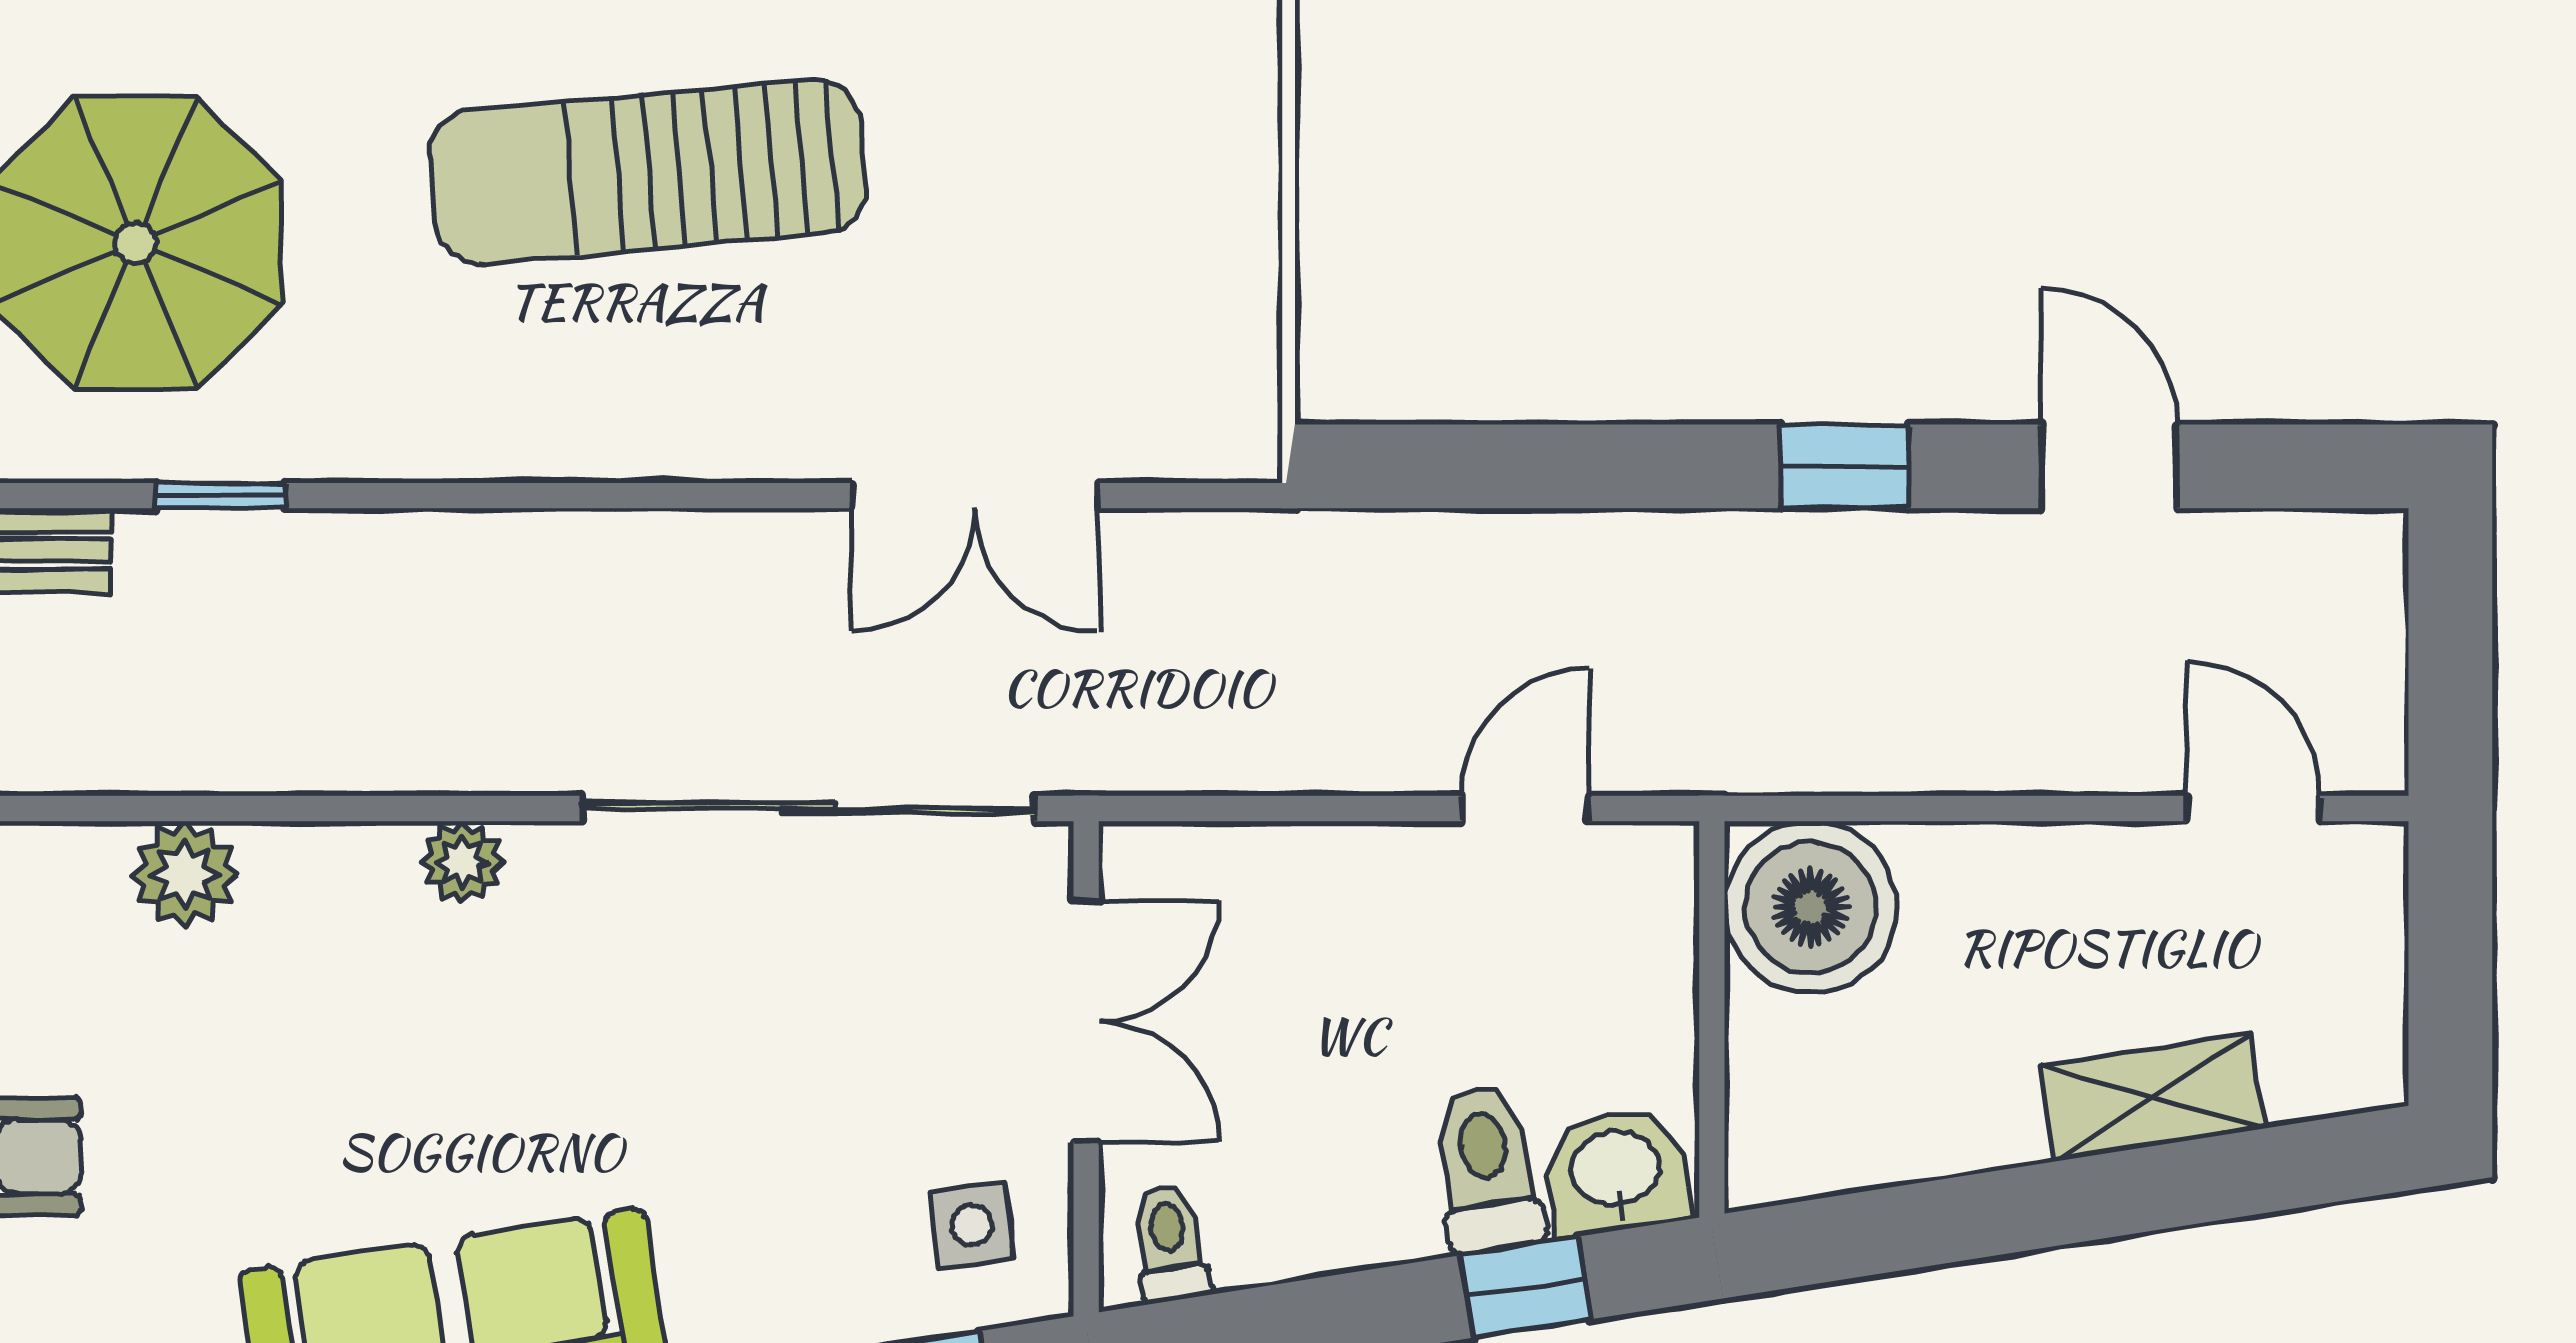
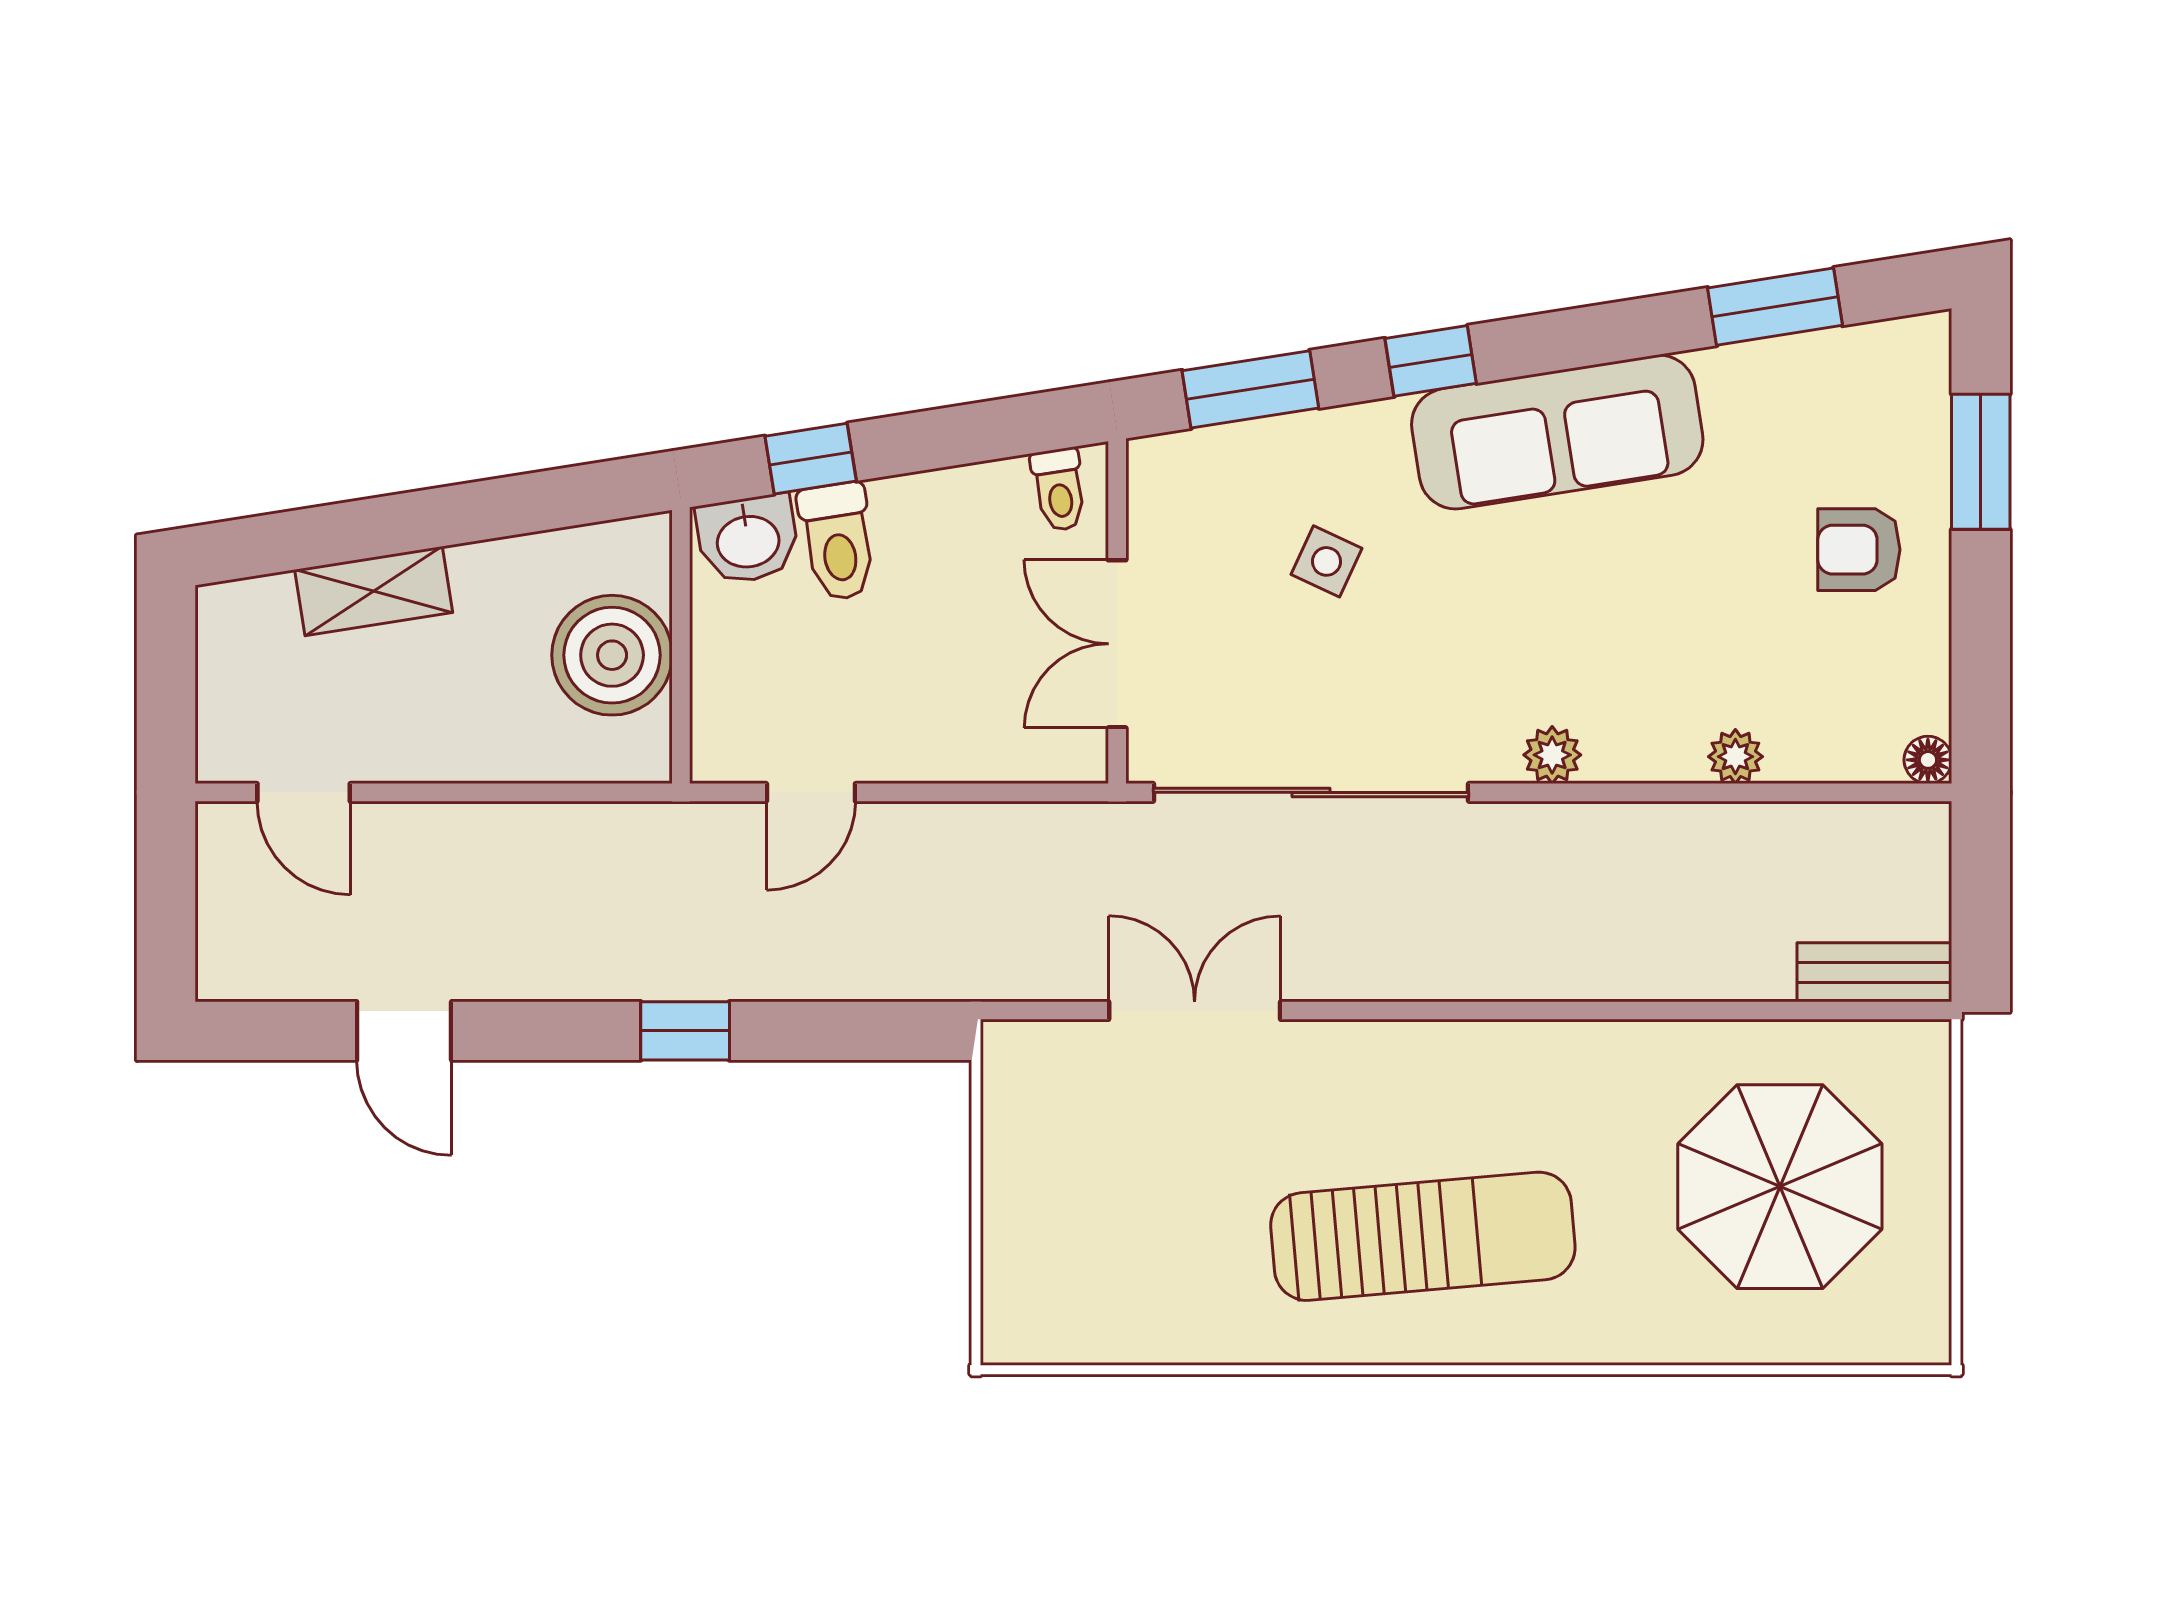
window: (1844, 466) -> (685, 1031), moved
window: (220, 496) -> (1721, 1011), removed
plant: (185, 874) -> (1735, 757), width x0.73, depth x0.73
boiler: (1811, 907) -> (612, 655), moved
side table: (972, 1225) -> (1327, 561), moved, turned 31

